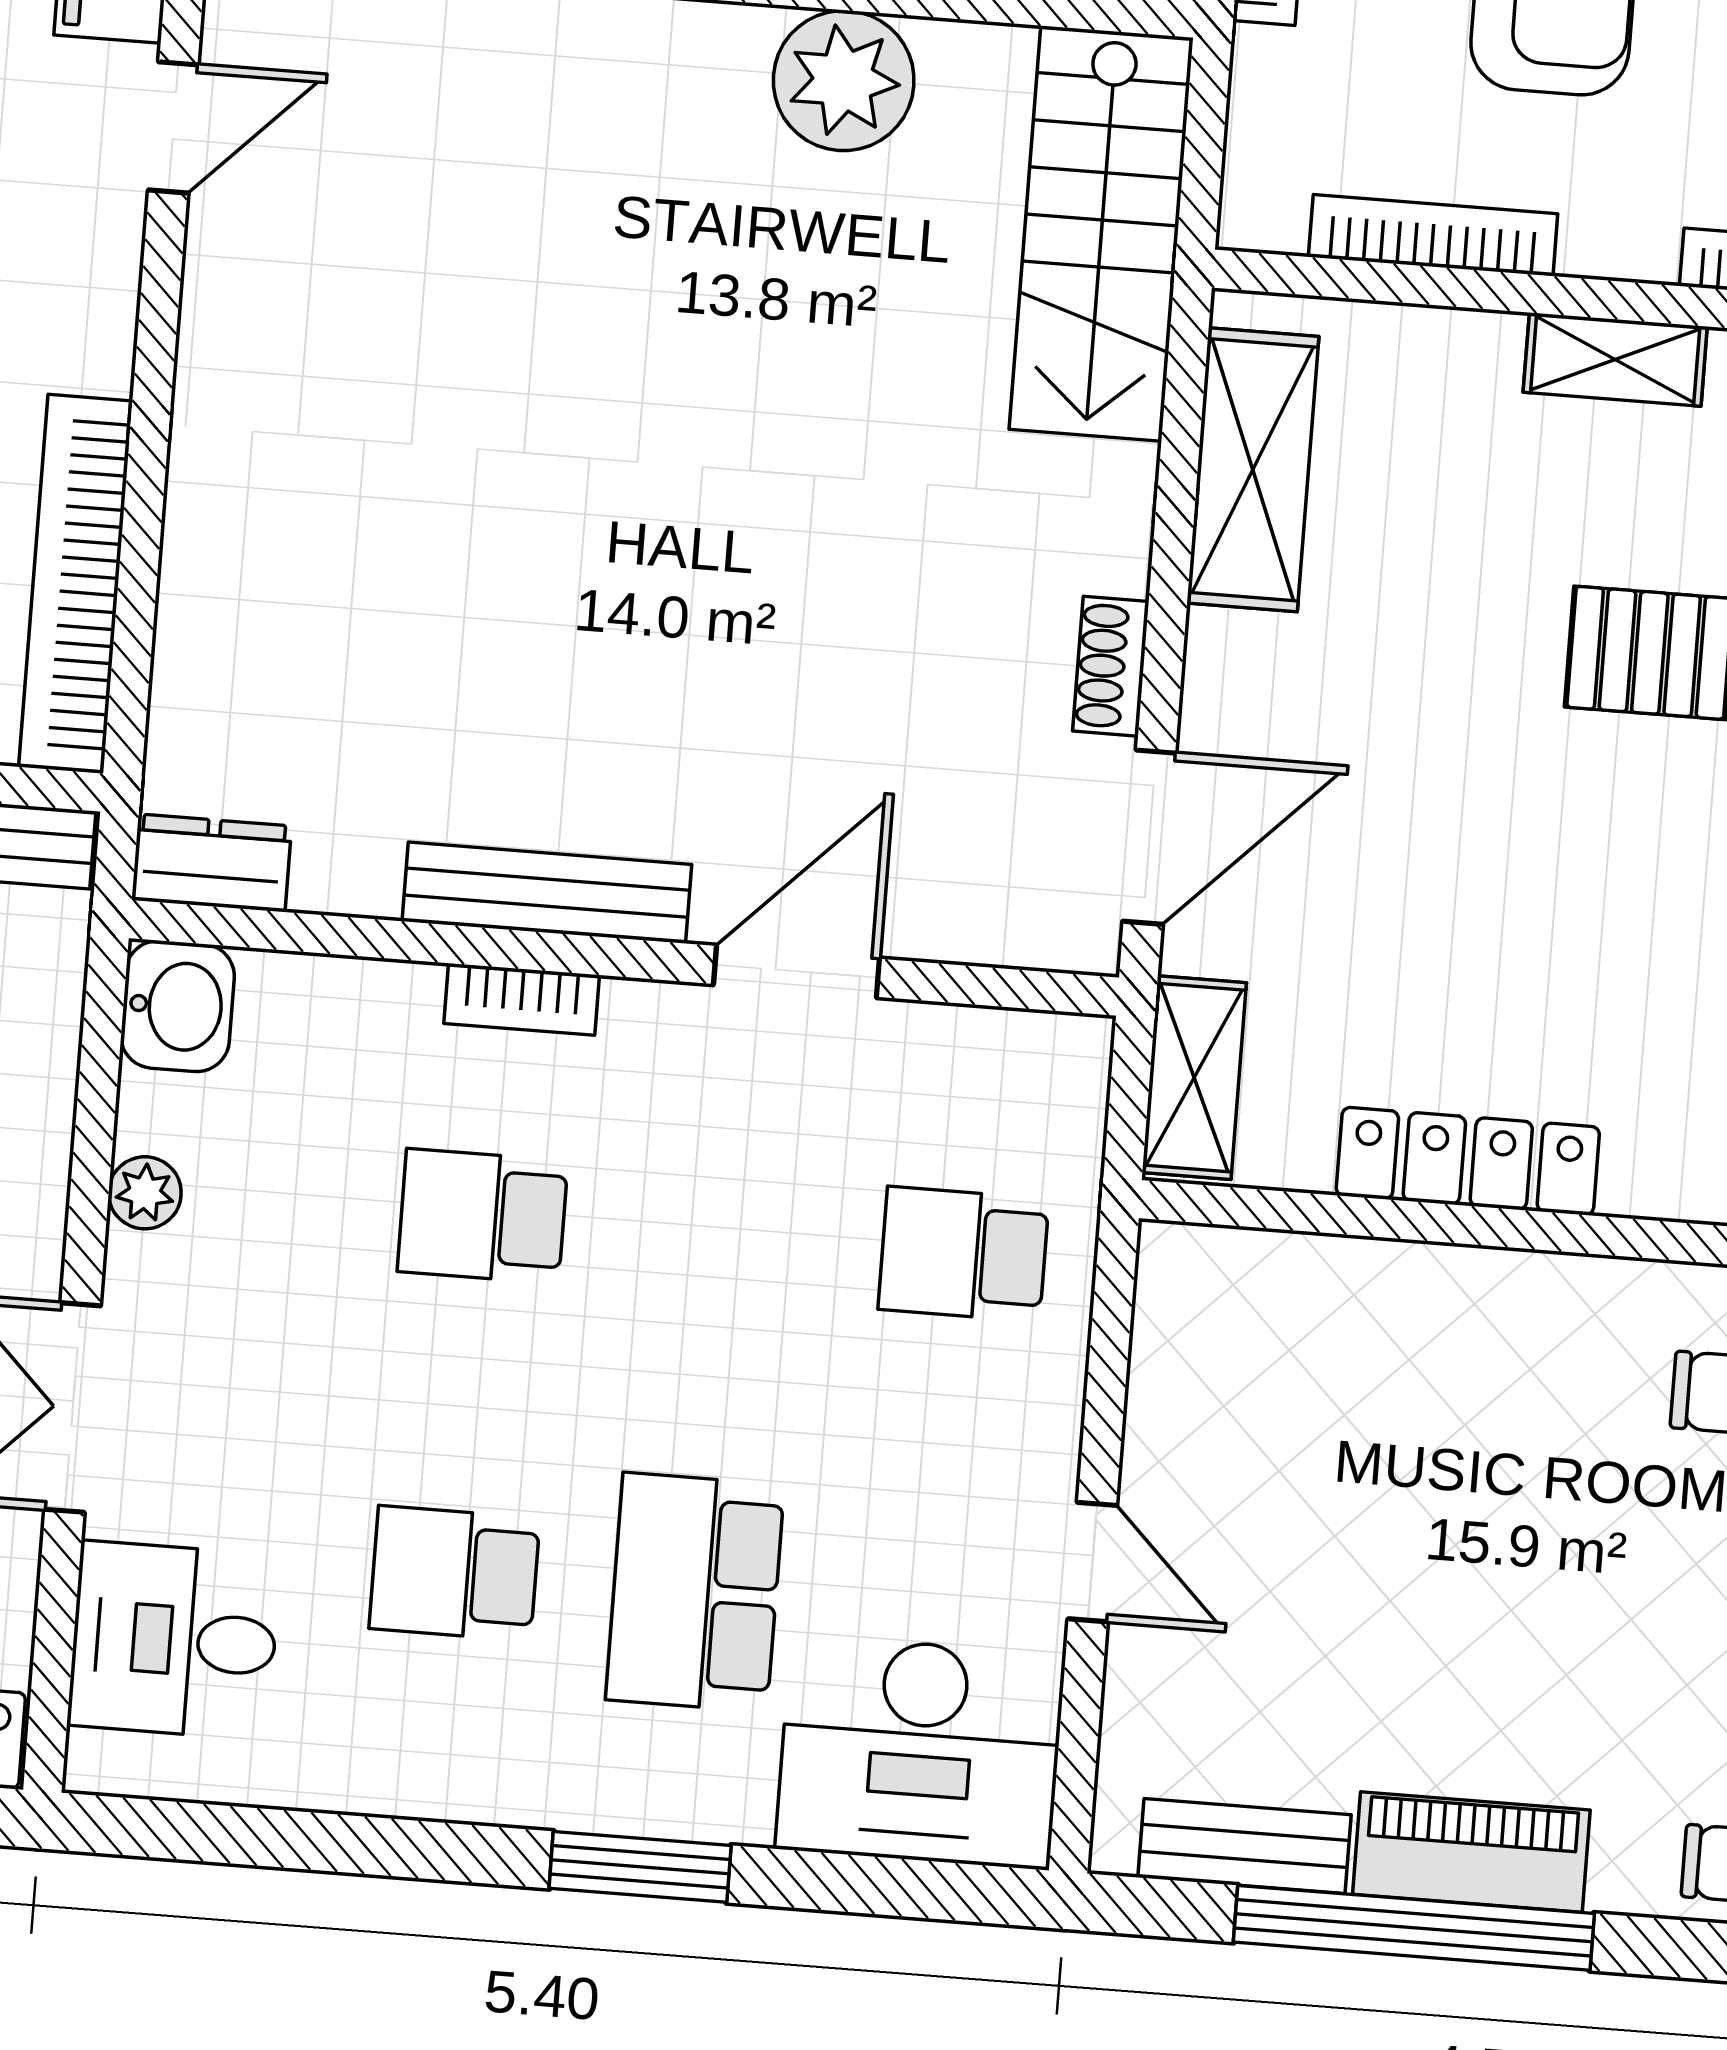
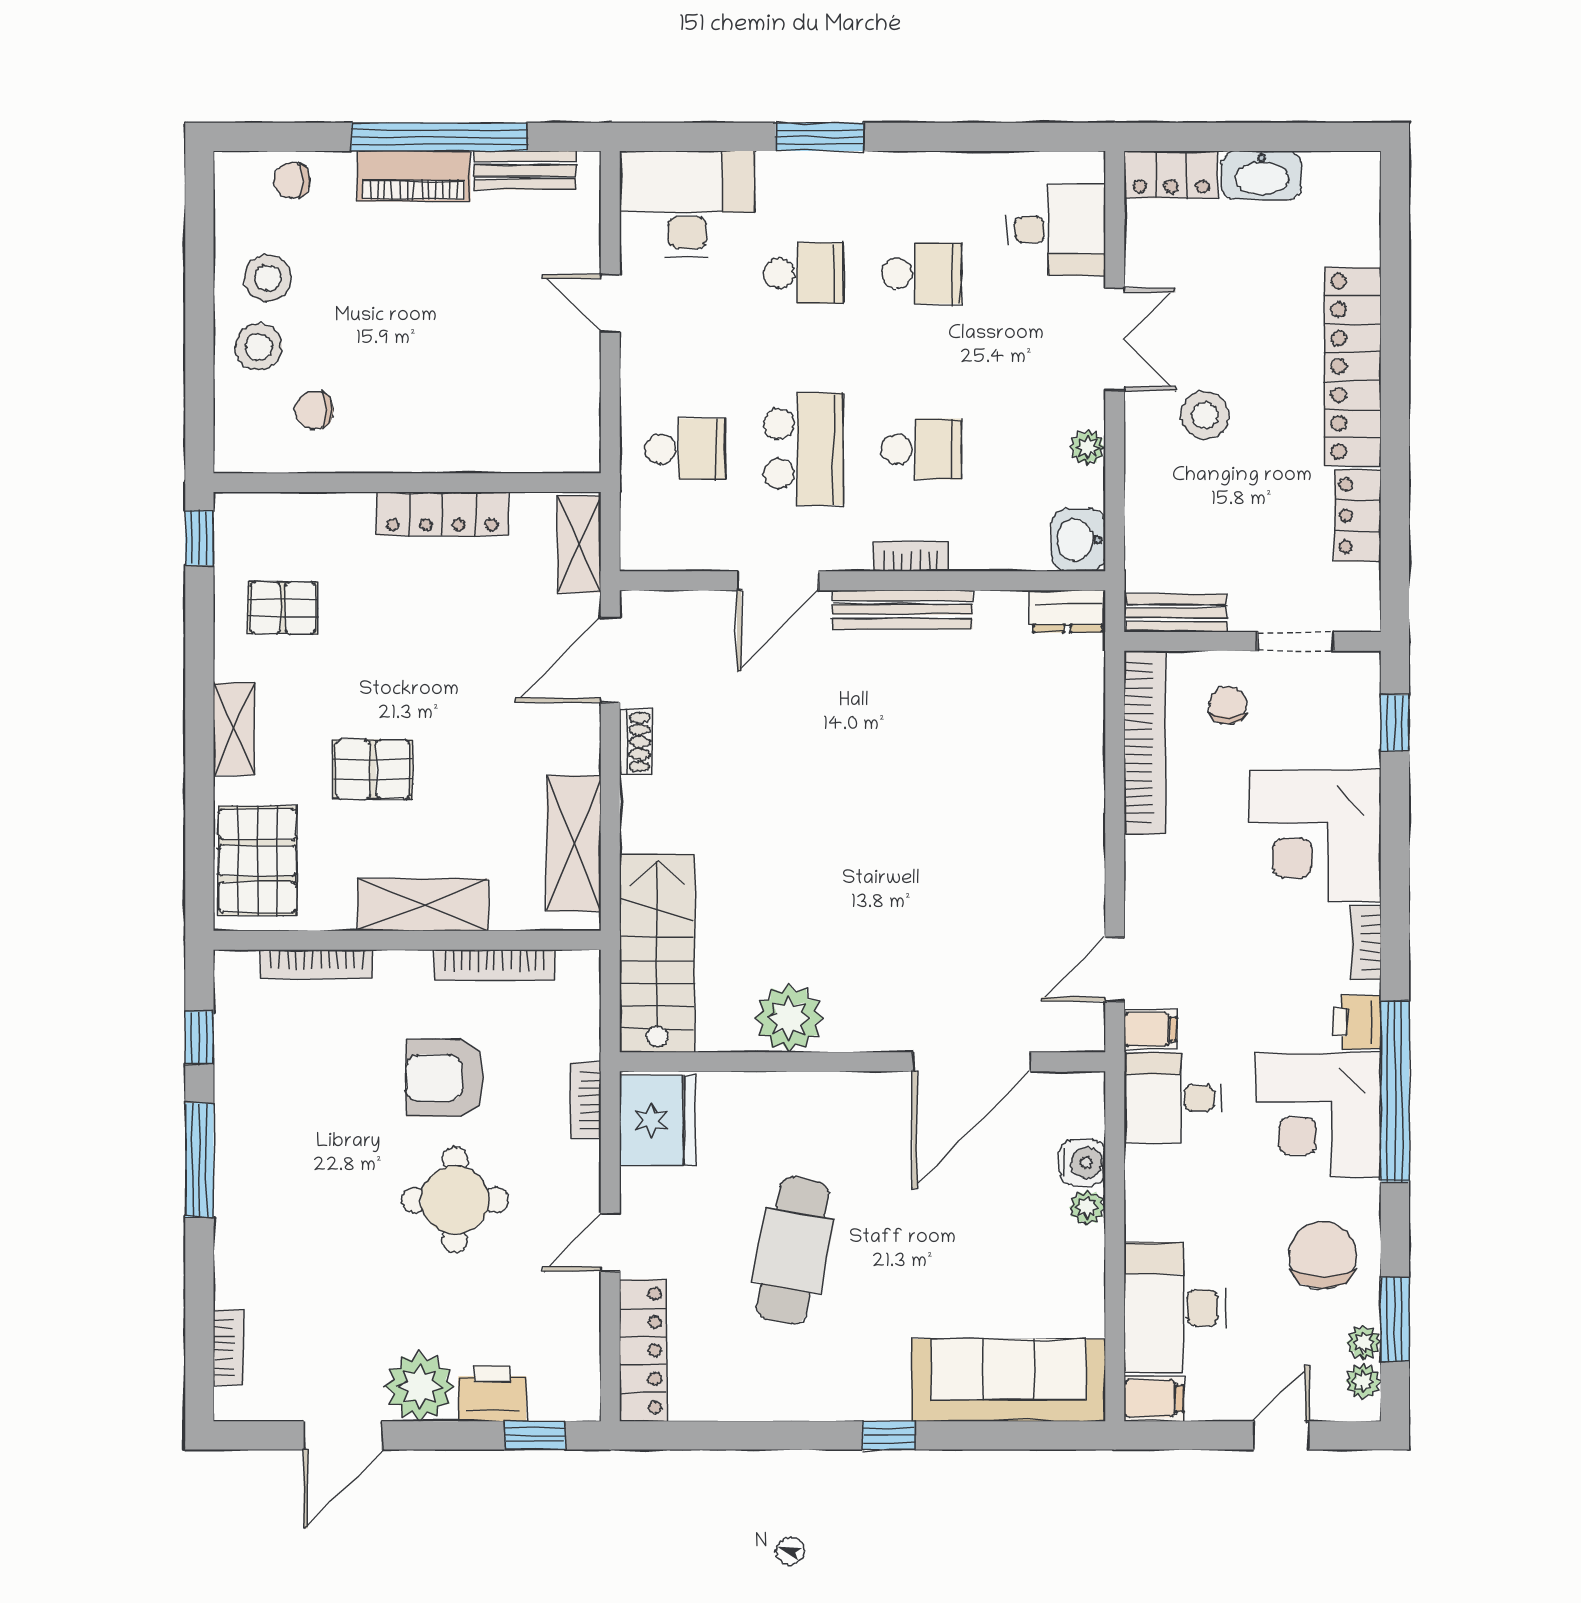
shelving: (1615, 359) -> (423, 905), width x1.50, depth x1.33
school desk: (723, 1235) -> (803, 449), added
school desk: (695, 1592) -> (803, 273), width x0.54

